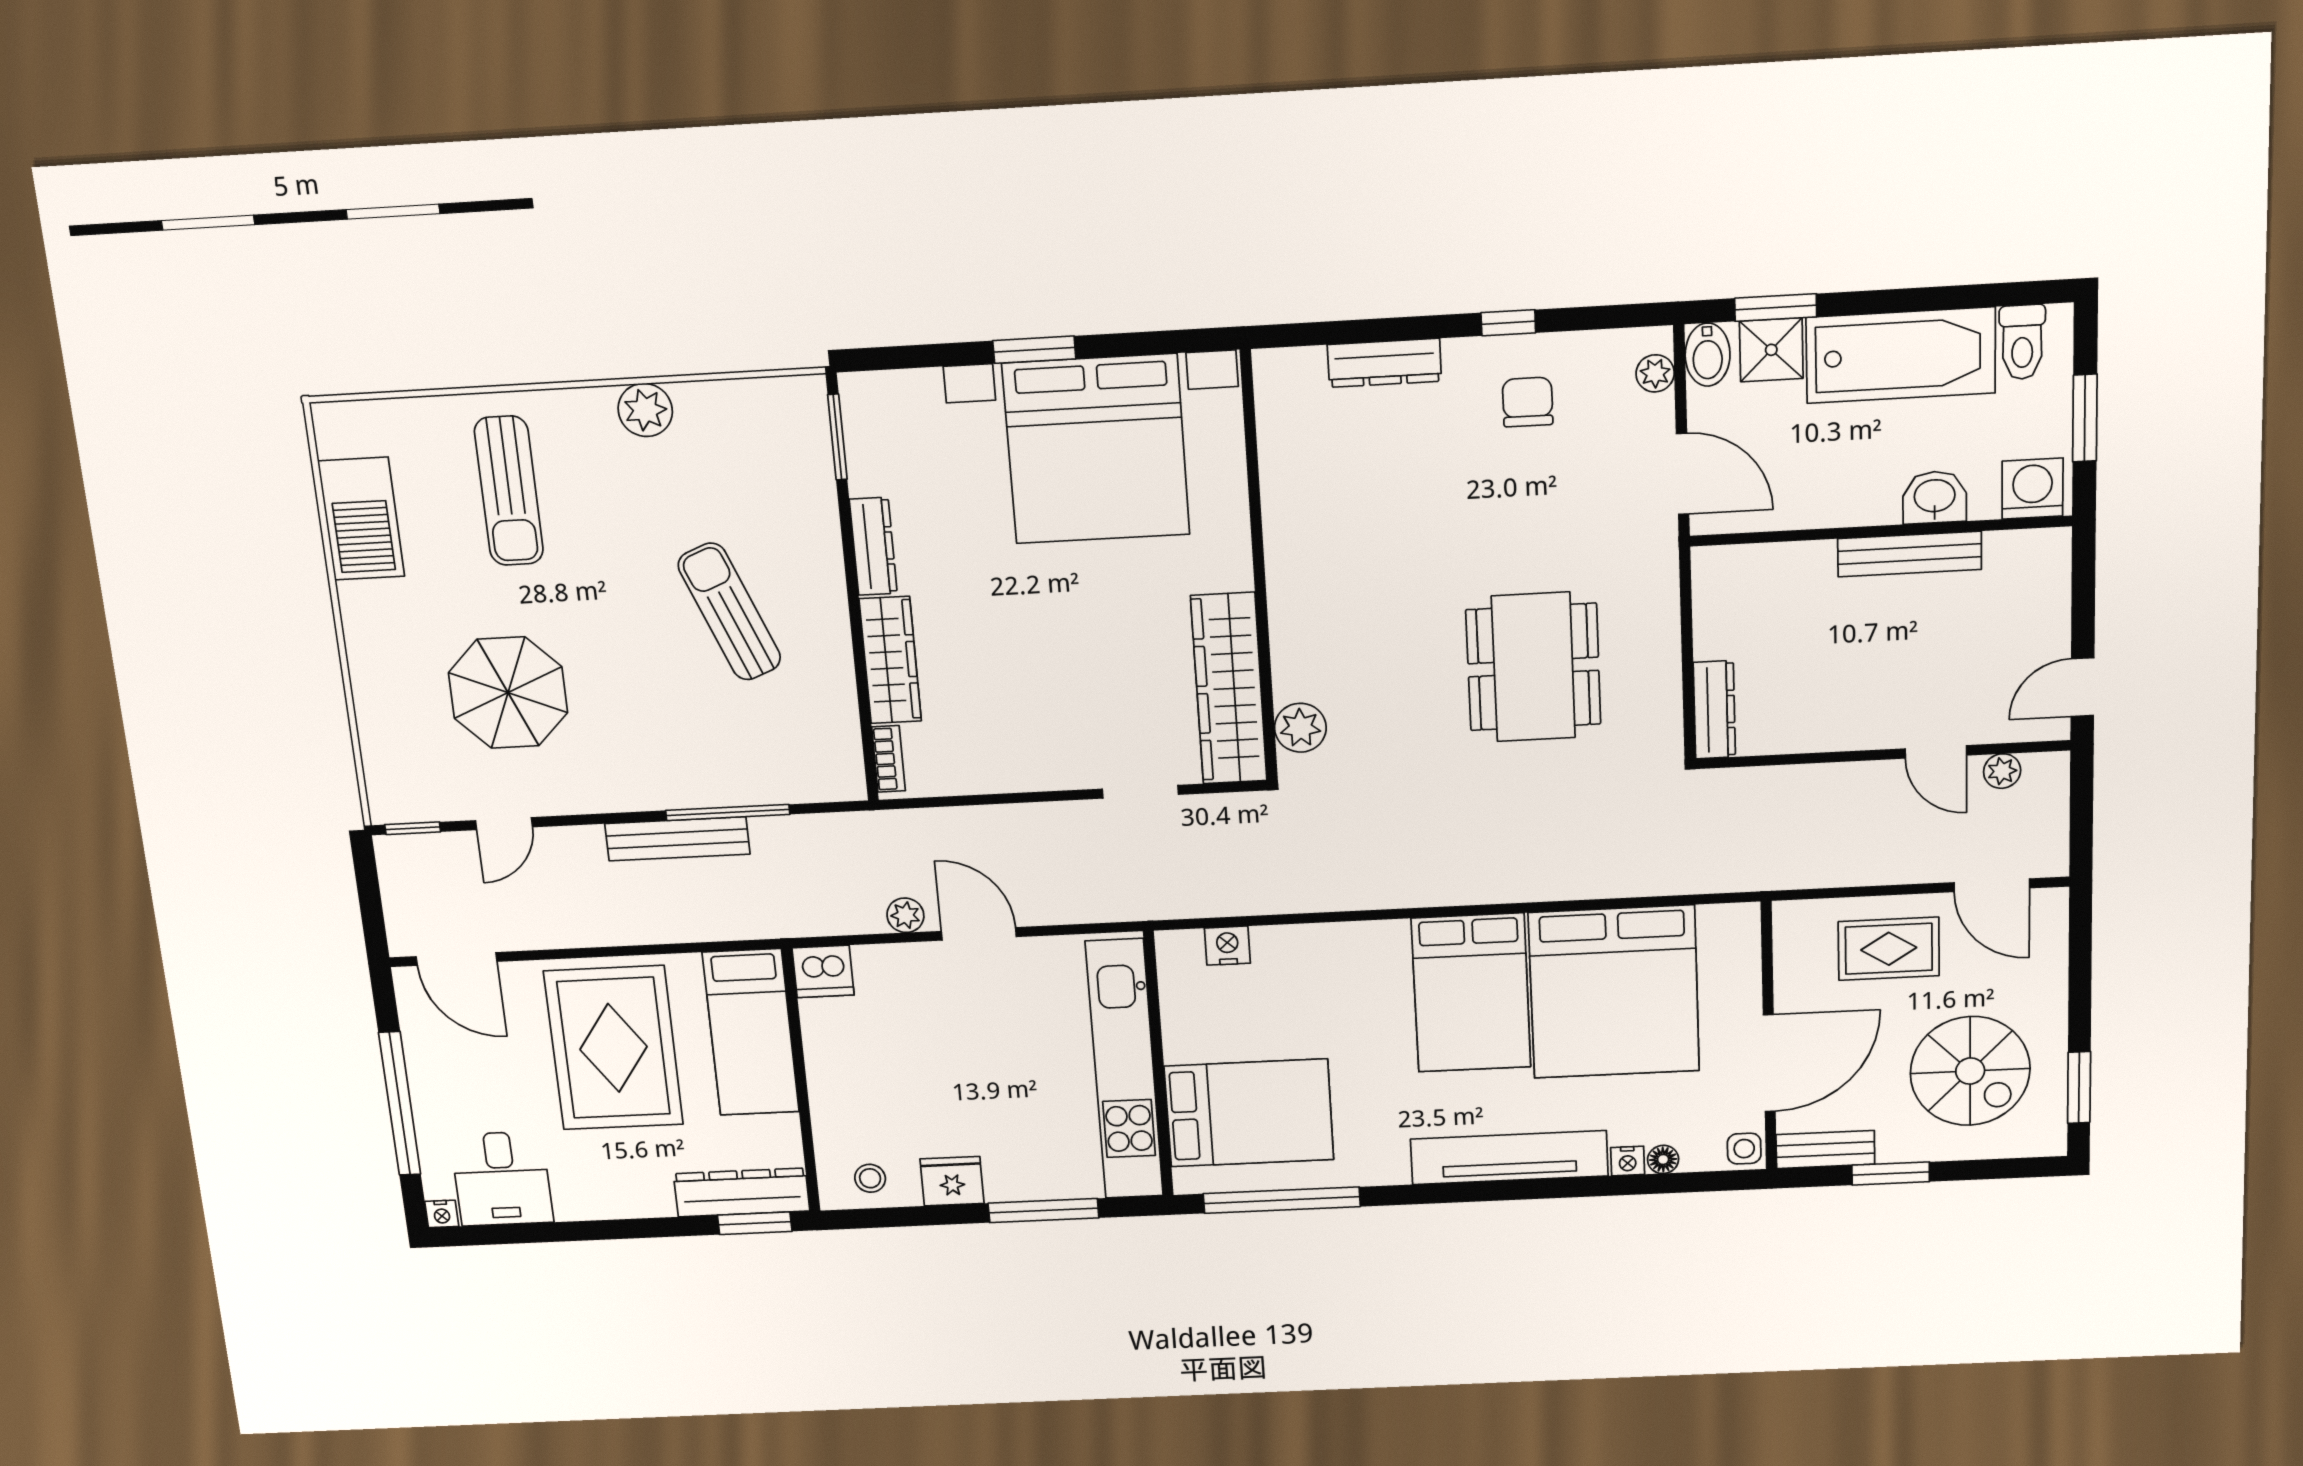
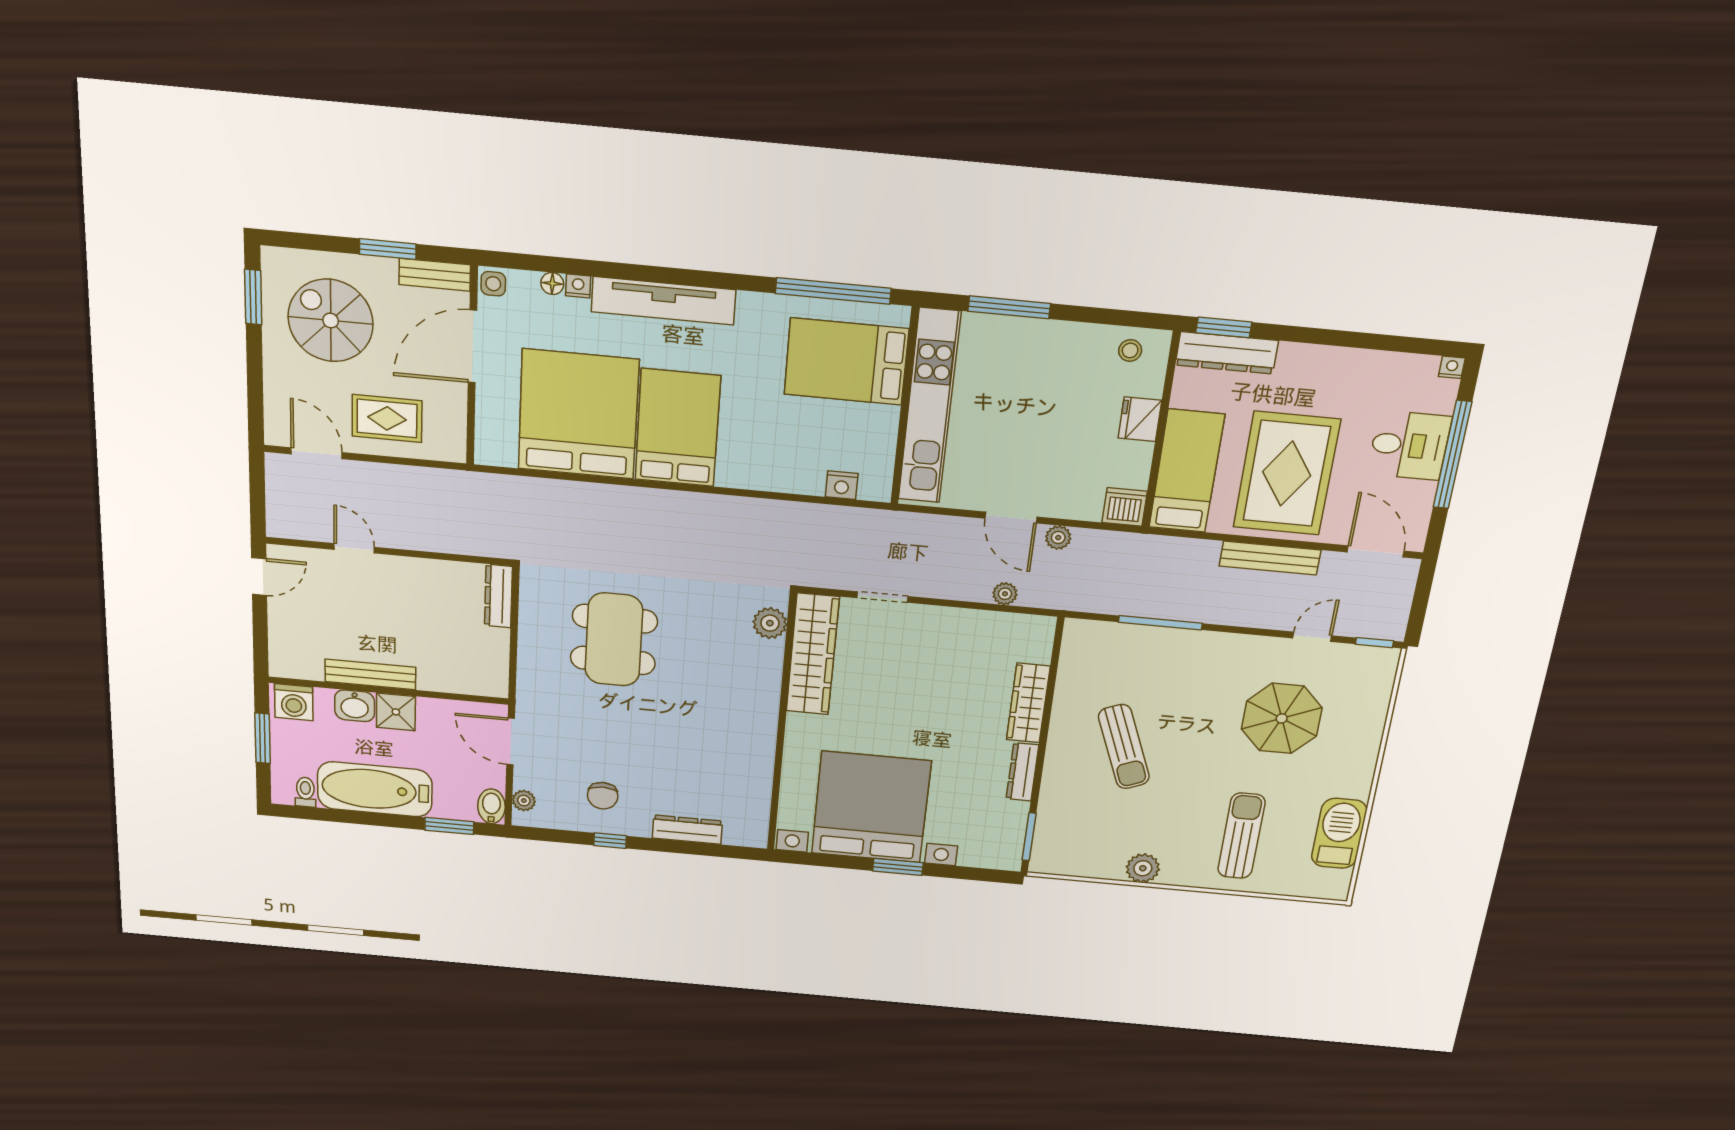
toilet: (2022, 342) -> (305, 792), width x0.73, depth x0.72
shower: (1771, 350) -> (396, 712), moved
bookcase: (889, 759) -> (1044, 642), removed
plant: (2002, 771) -> (1005, 594), moved
bench: (677, 839) -> (1270, 558), moved
desk: (502, 1179) -> (1409, 445), moved, turned 90
fridge: (952, 1181) -> (1140, 419), moved, turned 90

